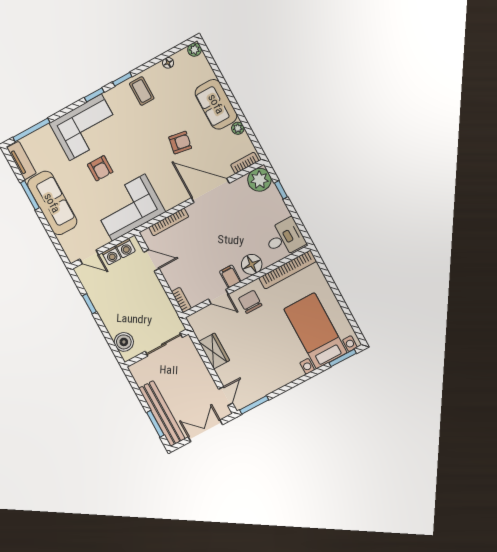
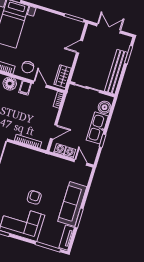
corner sofa: (129, 208) -> (40, 166), removed
door: (151, 260) -> (54, 132), swing flipped
kitchen sink: (109, 312) -> (97, 128), added
wardrobe: (214, 351) -> (63, 76), moved
door: (226, 396) -> (79, 47), moved
bench: (162, 414) -> (116, 72), moved
double door: (205, 431) -> (109, 28), swing flipped

